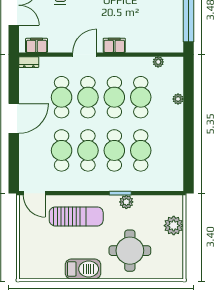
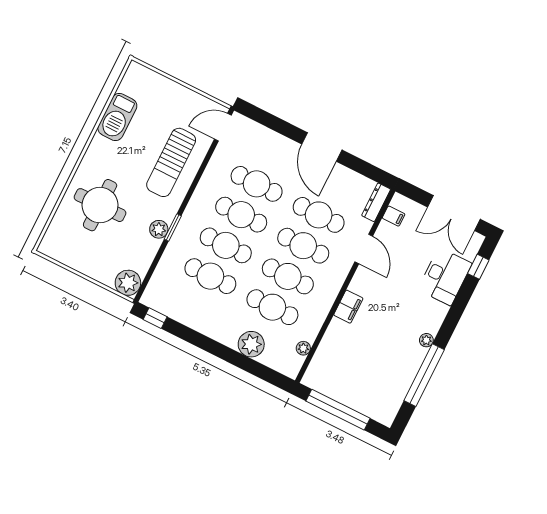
filing cabinet: (37, 45) -> (394, 216), width x0.50
door: (85, 55) -> (364, 249), moved
dresser: (29, 62) -> (376, 202), width x1.44
plant: (178, 99) -> (251, 344), width x1.88, depth x1.88
window: (188, 174) -> (155, 318), added
plant: (174, 226) -> (128, 283), moved
barbecue: (83, 269) -> (117, 117), moved

